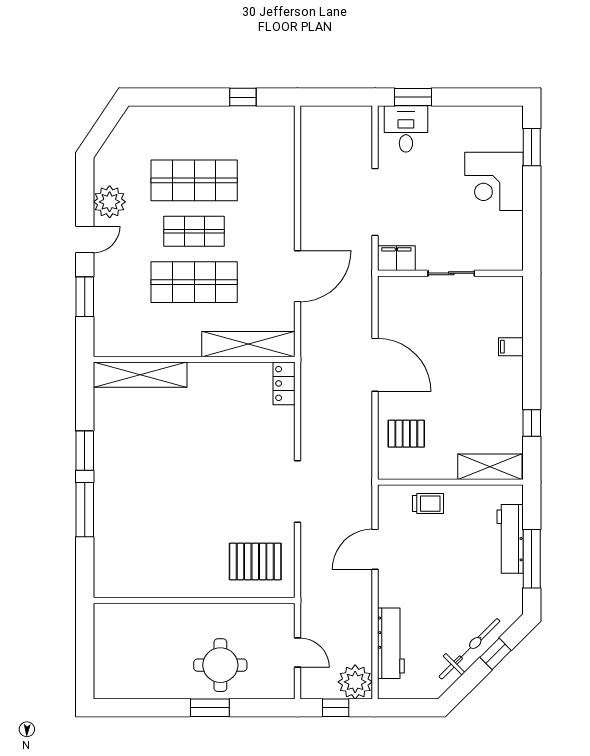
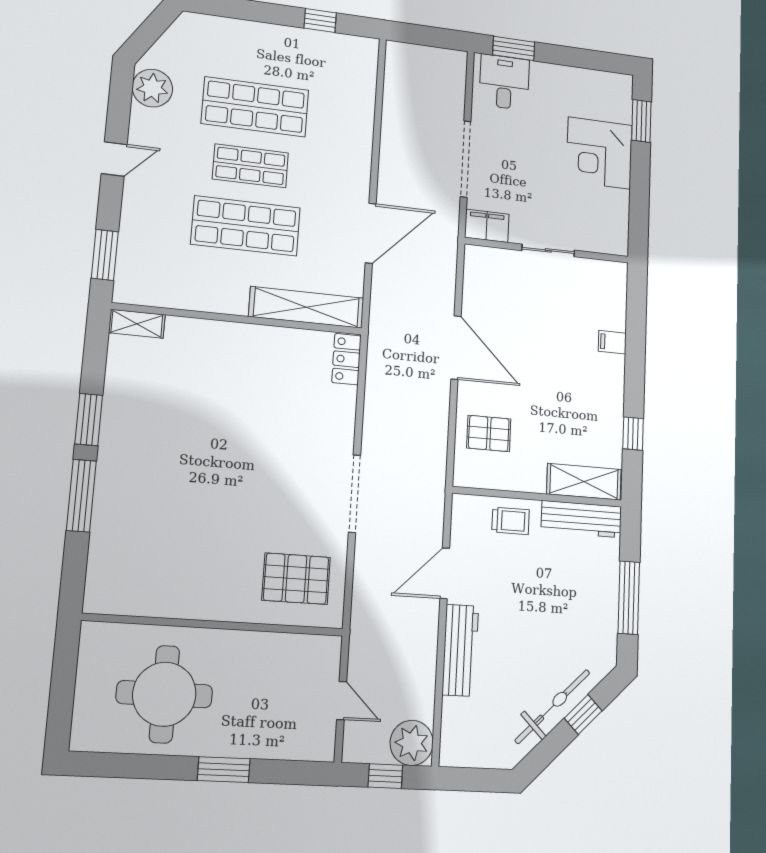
plant: (110, 202) -> (152, 88), moved
window: (85, 297) -> (105, 255), moved
shelving: (140, 375) -> (137, 324), width x0.45, depth x0.75
workbench: (510, 539) -> (581, 519), moved, turned -90
workbench: (391, 643) -> (460, 650), moved
round table: (220, 665) -> (164, 694), moved, width x1.36, depth x1.36

